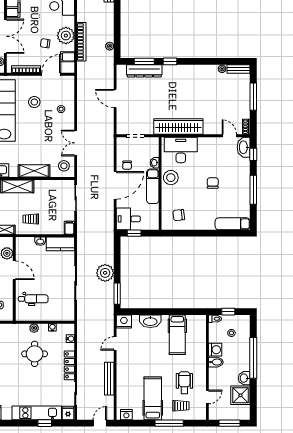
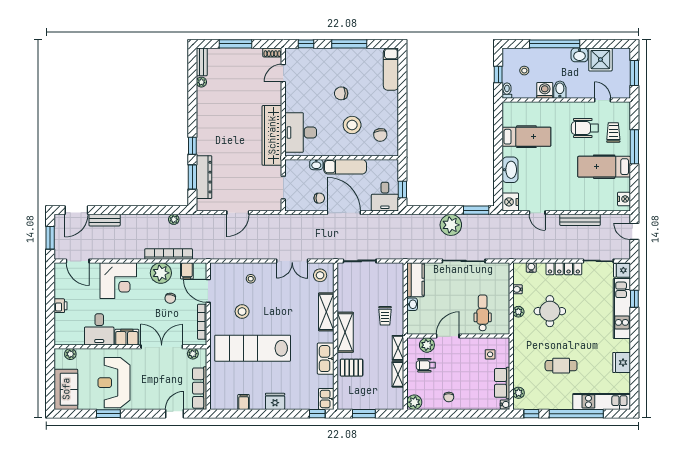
washbasin: (244, 147) -> (297, 56), removed
stool: (171, 178) -> (352, 125), moved
filing cabinet: (69, 228) -> (396, 269), removed

